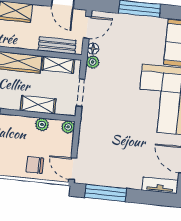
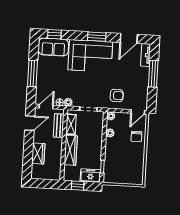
door: (87, 27) -> (46, 107), hinge flipped
shelving: (38, 105) -> (97, 136), removed
armchair: (100, 137) -> (117, 95), added
window: (106, 193) -> (153, 74), moved

